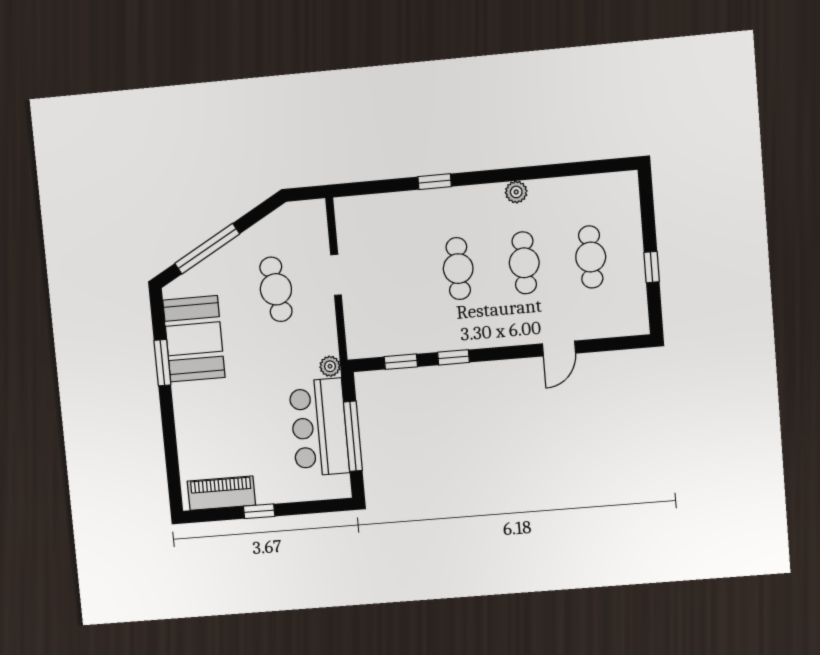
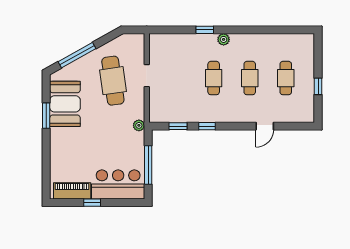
plant: (516, 192) -> (224, 39), moved
cafe table: (276, 289) -> (113, 81), width x1.37, depth x1.35
bar counter: (319, 427) -> (118, 184), moved, turned 90

